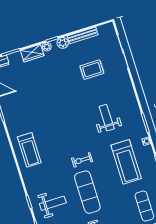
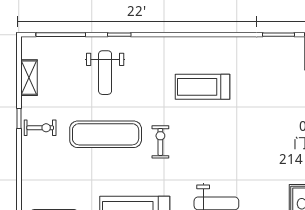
treadmill: (29, 150) -> (202, 87), moved

